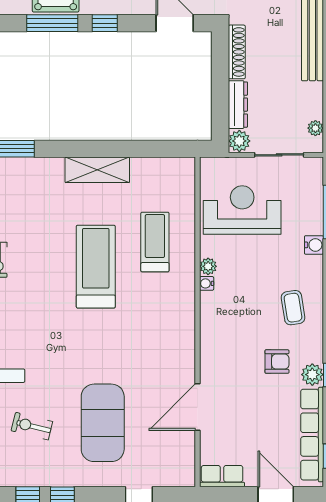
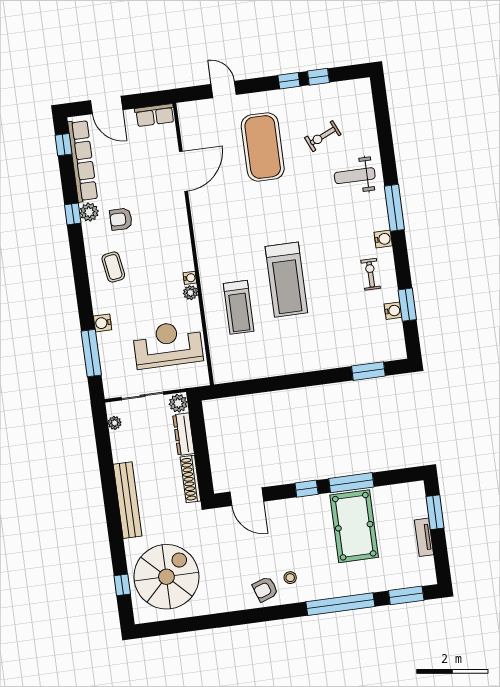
shelving: (97, 170) -> (296, 362), removed
reception desk: (242, 210) -> (168, 345), turned 180
exercise bike: (32, 426) -> (323, 136), turned 142

